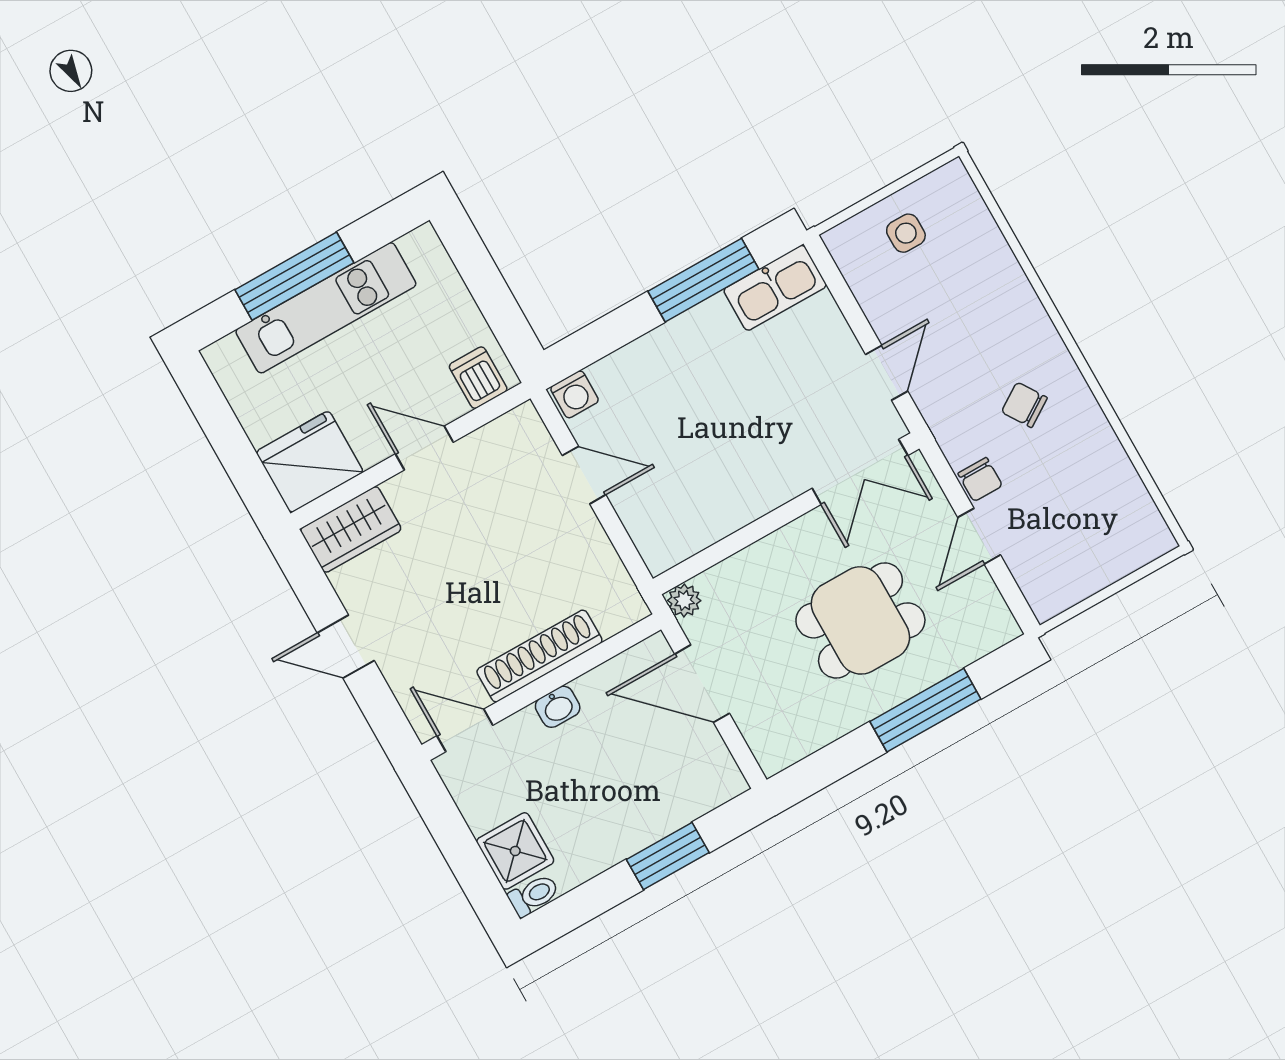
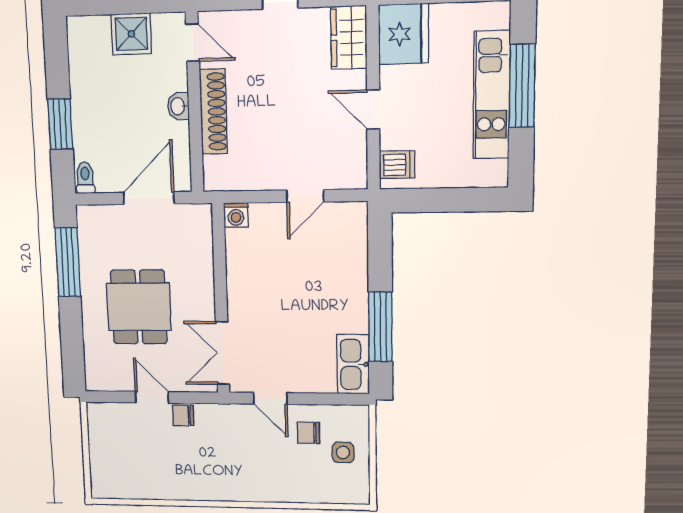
washing machine: (574, 394) -> (236, 215), moved, turned -90
chair: (1024, 405) -> (308, 433), moved, turned -147
door: (424, 448) -> (373, 109), swing flipped
plant: (684, 600) -> (202, 214), removed
window: (925, 710) -> (68, 262), moved
door: (465, 730) -> (193, 43), hinge flipped
shower: (515, 851) -> (131, 34), moved
toilet: (534, 895) -> (85, 178), moved, turned 180

